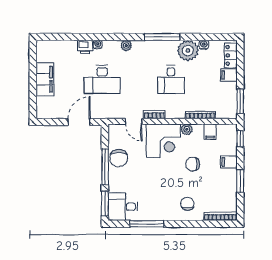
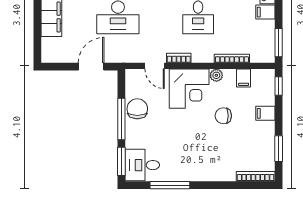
chair: (119, 158) -> (137, 109), turned 180
window: (240, 181) -> (279, 149), moved
chair: (187, 204) -> (217, 162), removed

